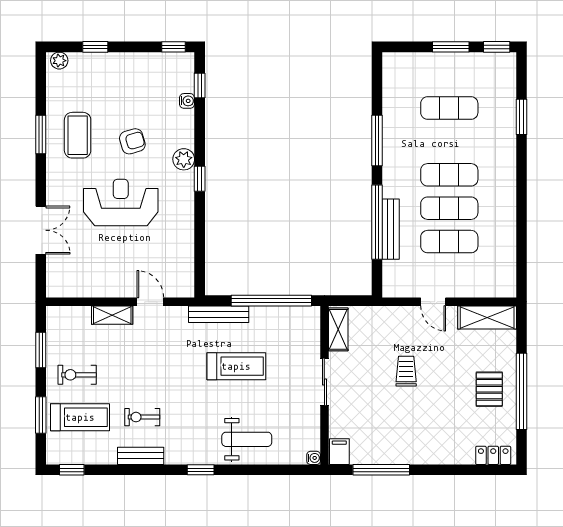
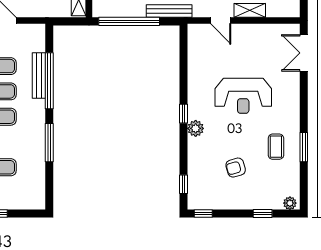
water cooler: (187, 101) -> (193, 173), removed
coffee table: (78, 135) -> (276, 147), width x0.73, depth x0.77
armchair: (132, 141) -> (236, 168), moved
double door: (41, 230) -> (304, 53), moved

